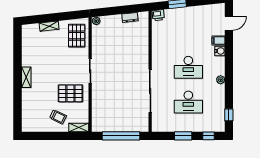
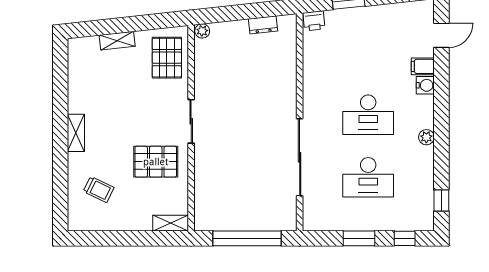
trolley: (58, 117) -> (99, 189), moved

